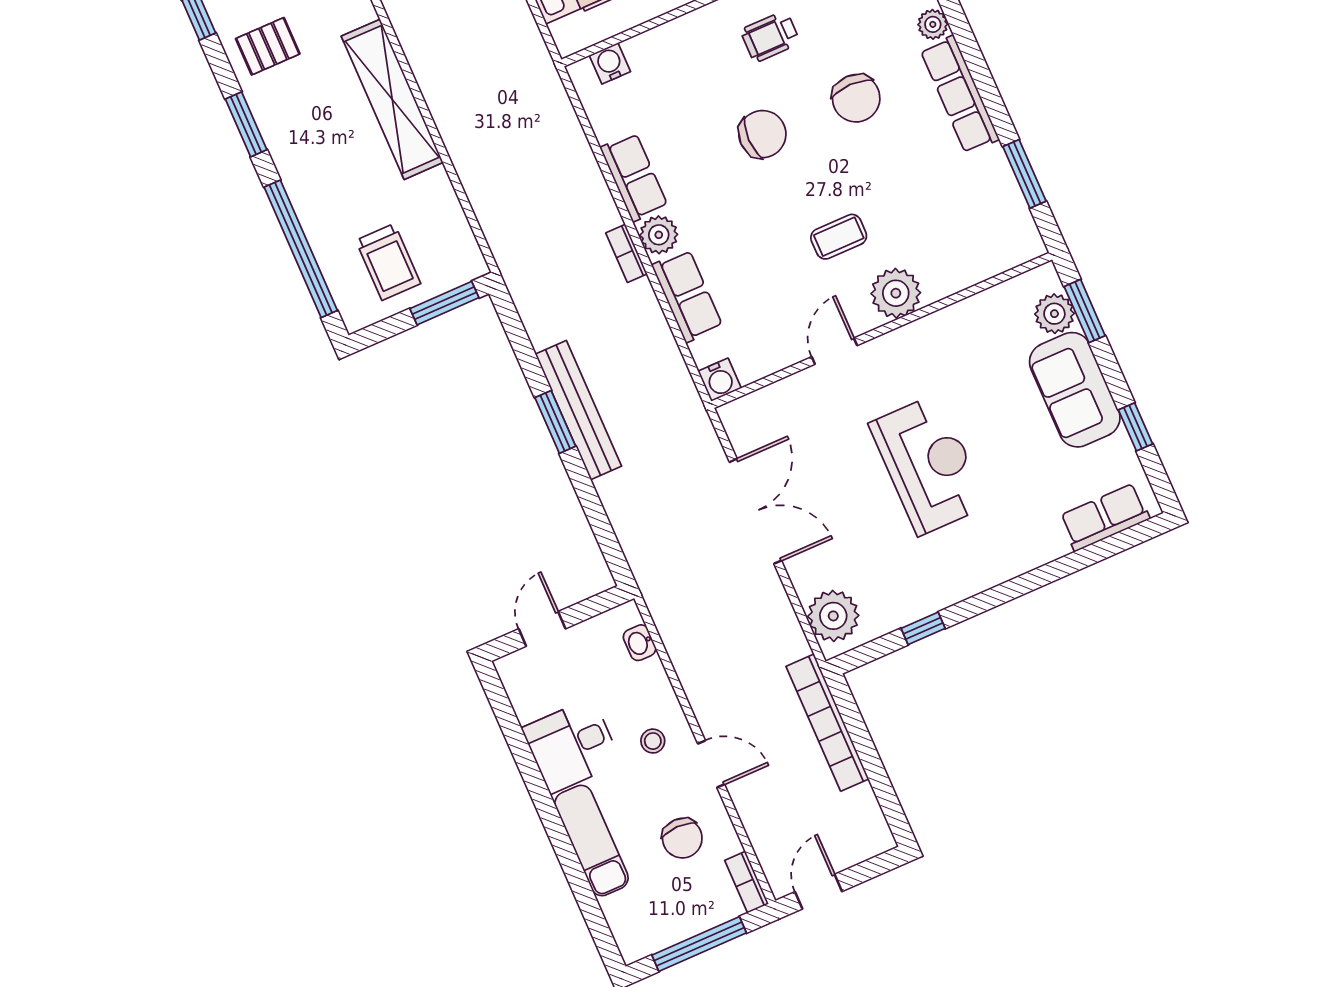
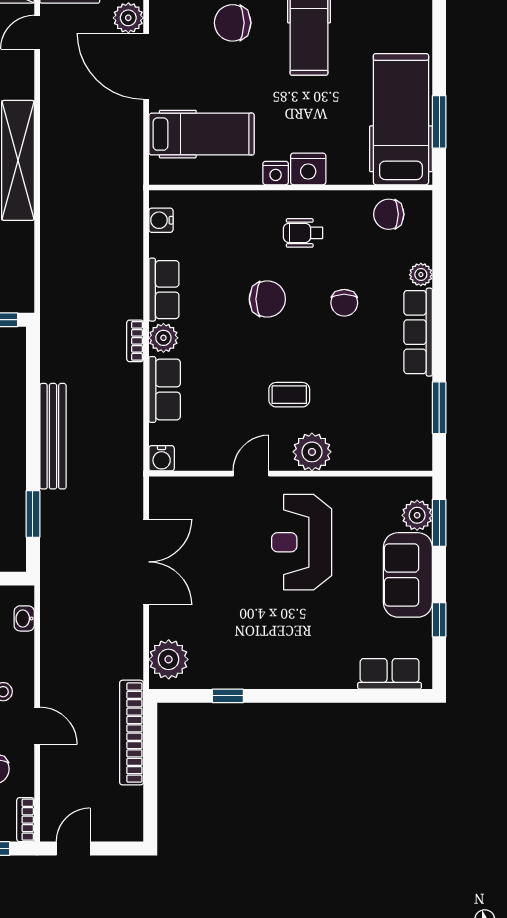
water cooler: (610, 63) -> (161, 220), moved, turned -90
chair: (856, 98) -> (344, 303), width x0.73, depth x0.73
window: (555, 422) -> (33, 514), moved
reception desk: (928, 465) -> (302, 542), moved, turned 180

